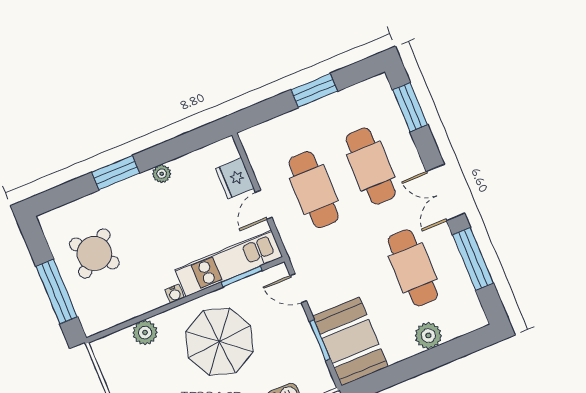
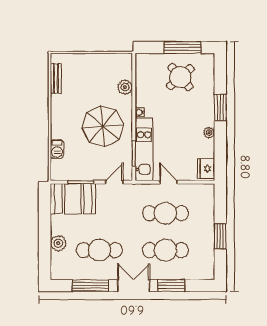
window: (410, 107) -> (171, 285), moved
fridge: (235, 178) -> (206, 169), moved, turned -90
window: (57, 292) -> (182, 48), moved

